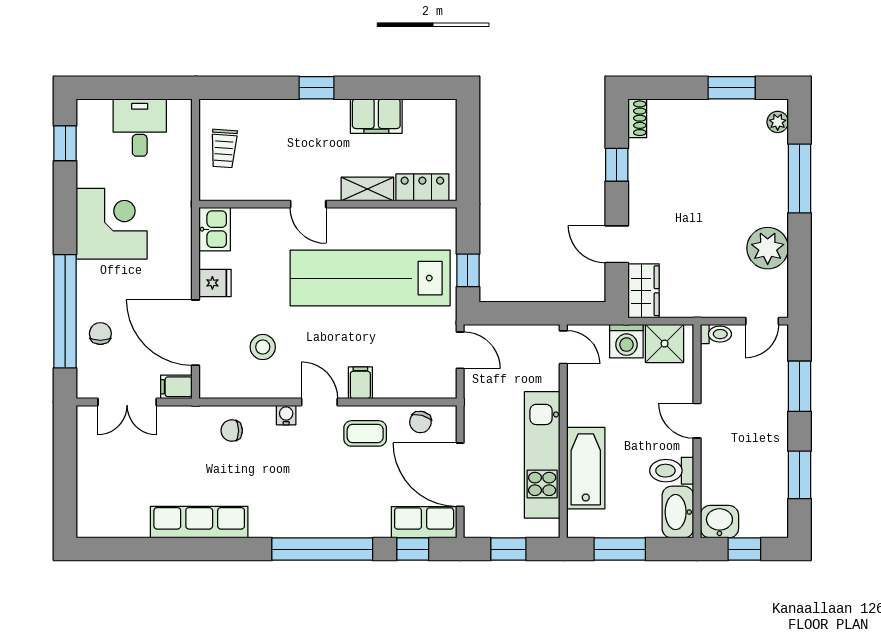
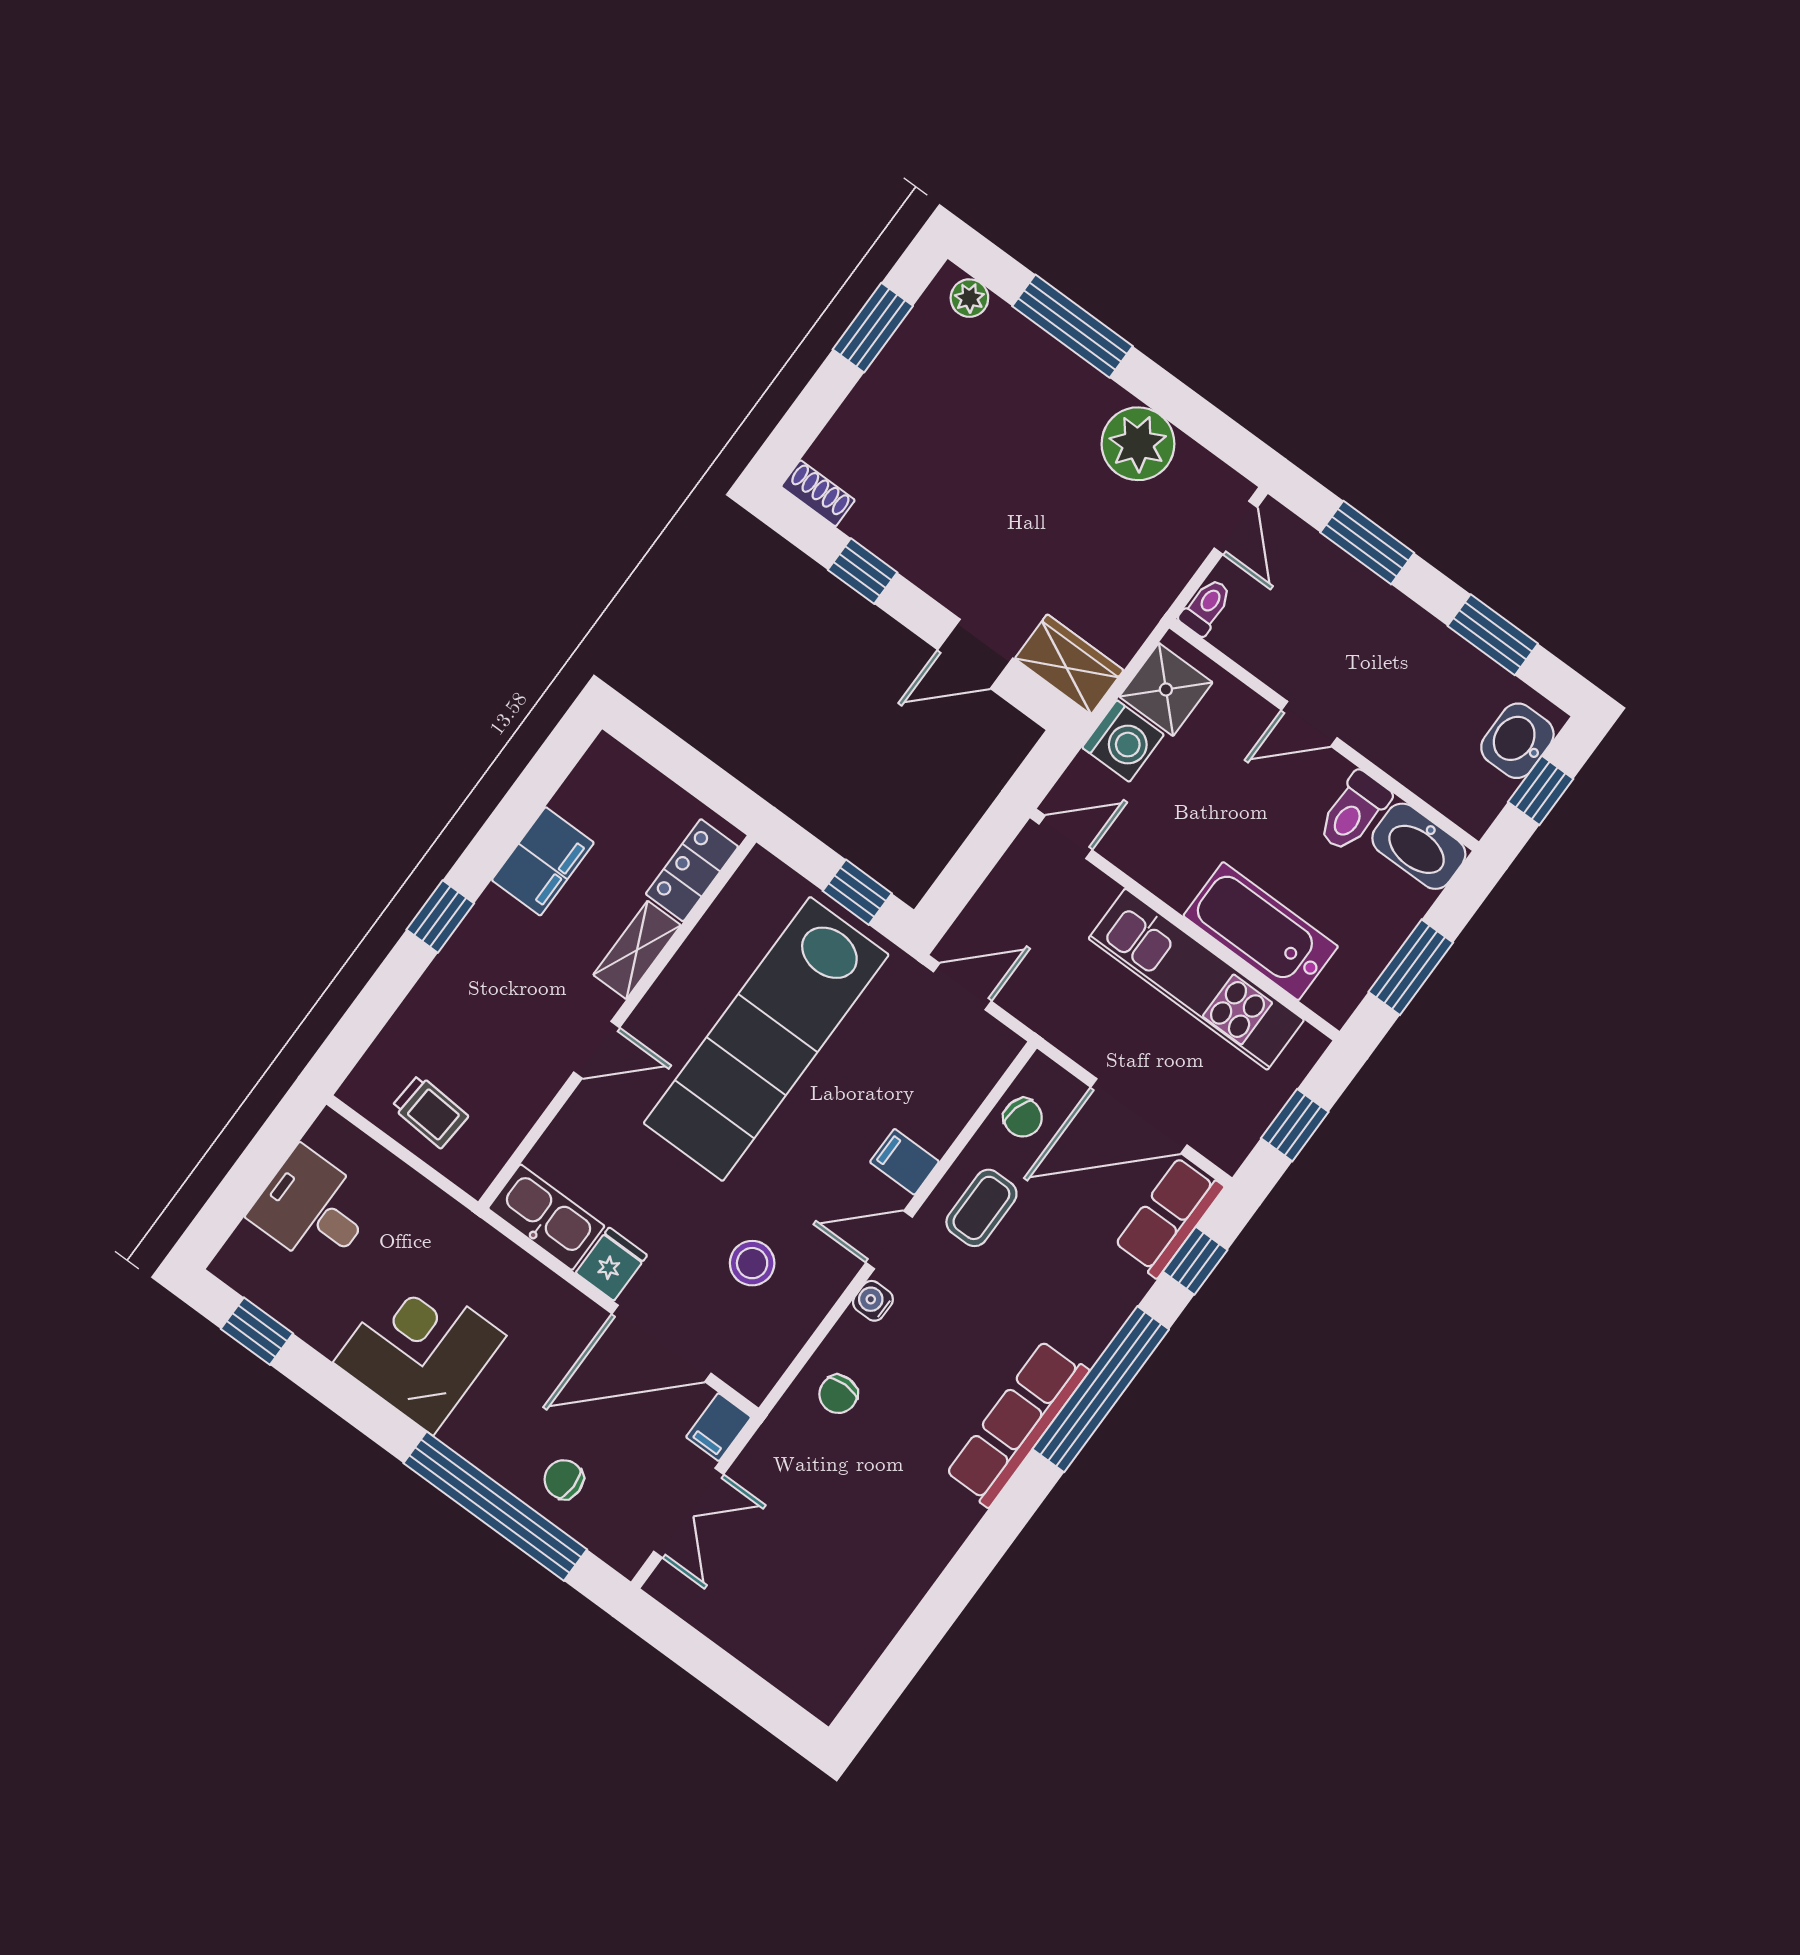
kitchen sink: (215, 229) -> (546, 1217), width x1.38
row of seats: (199, 522) -> (1017, 1423), moved
washbasin: (719, 522) -> (1517, 741), moved

